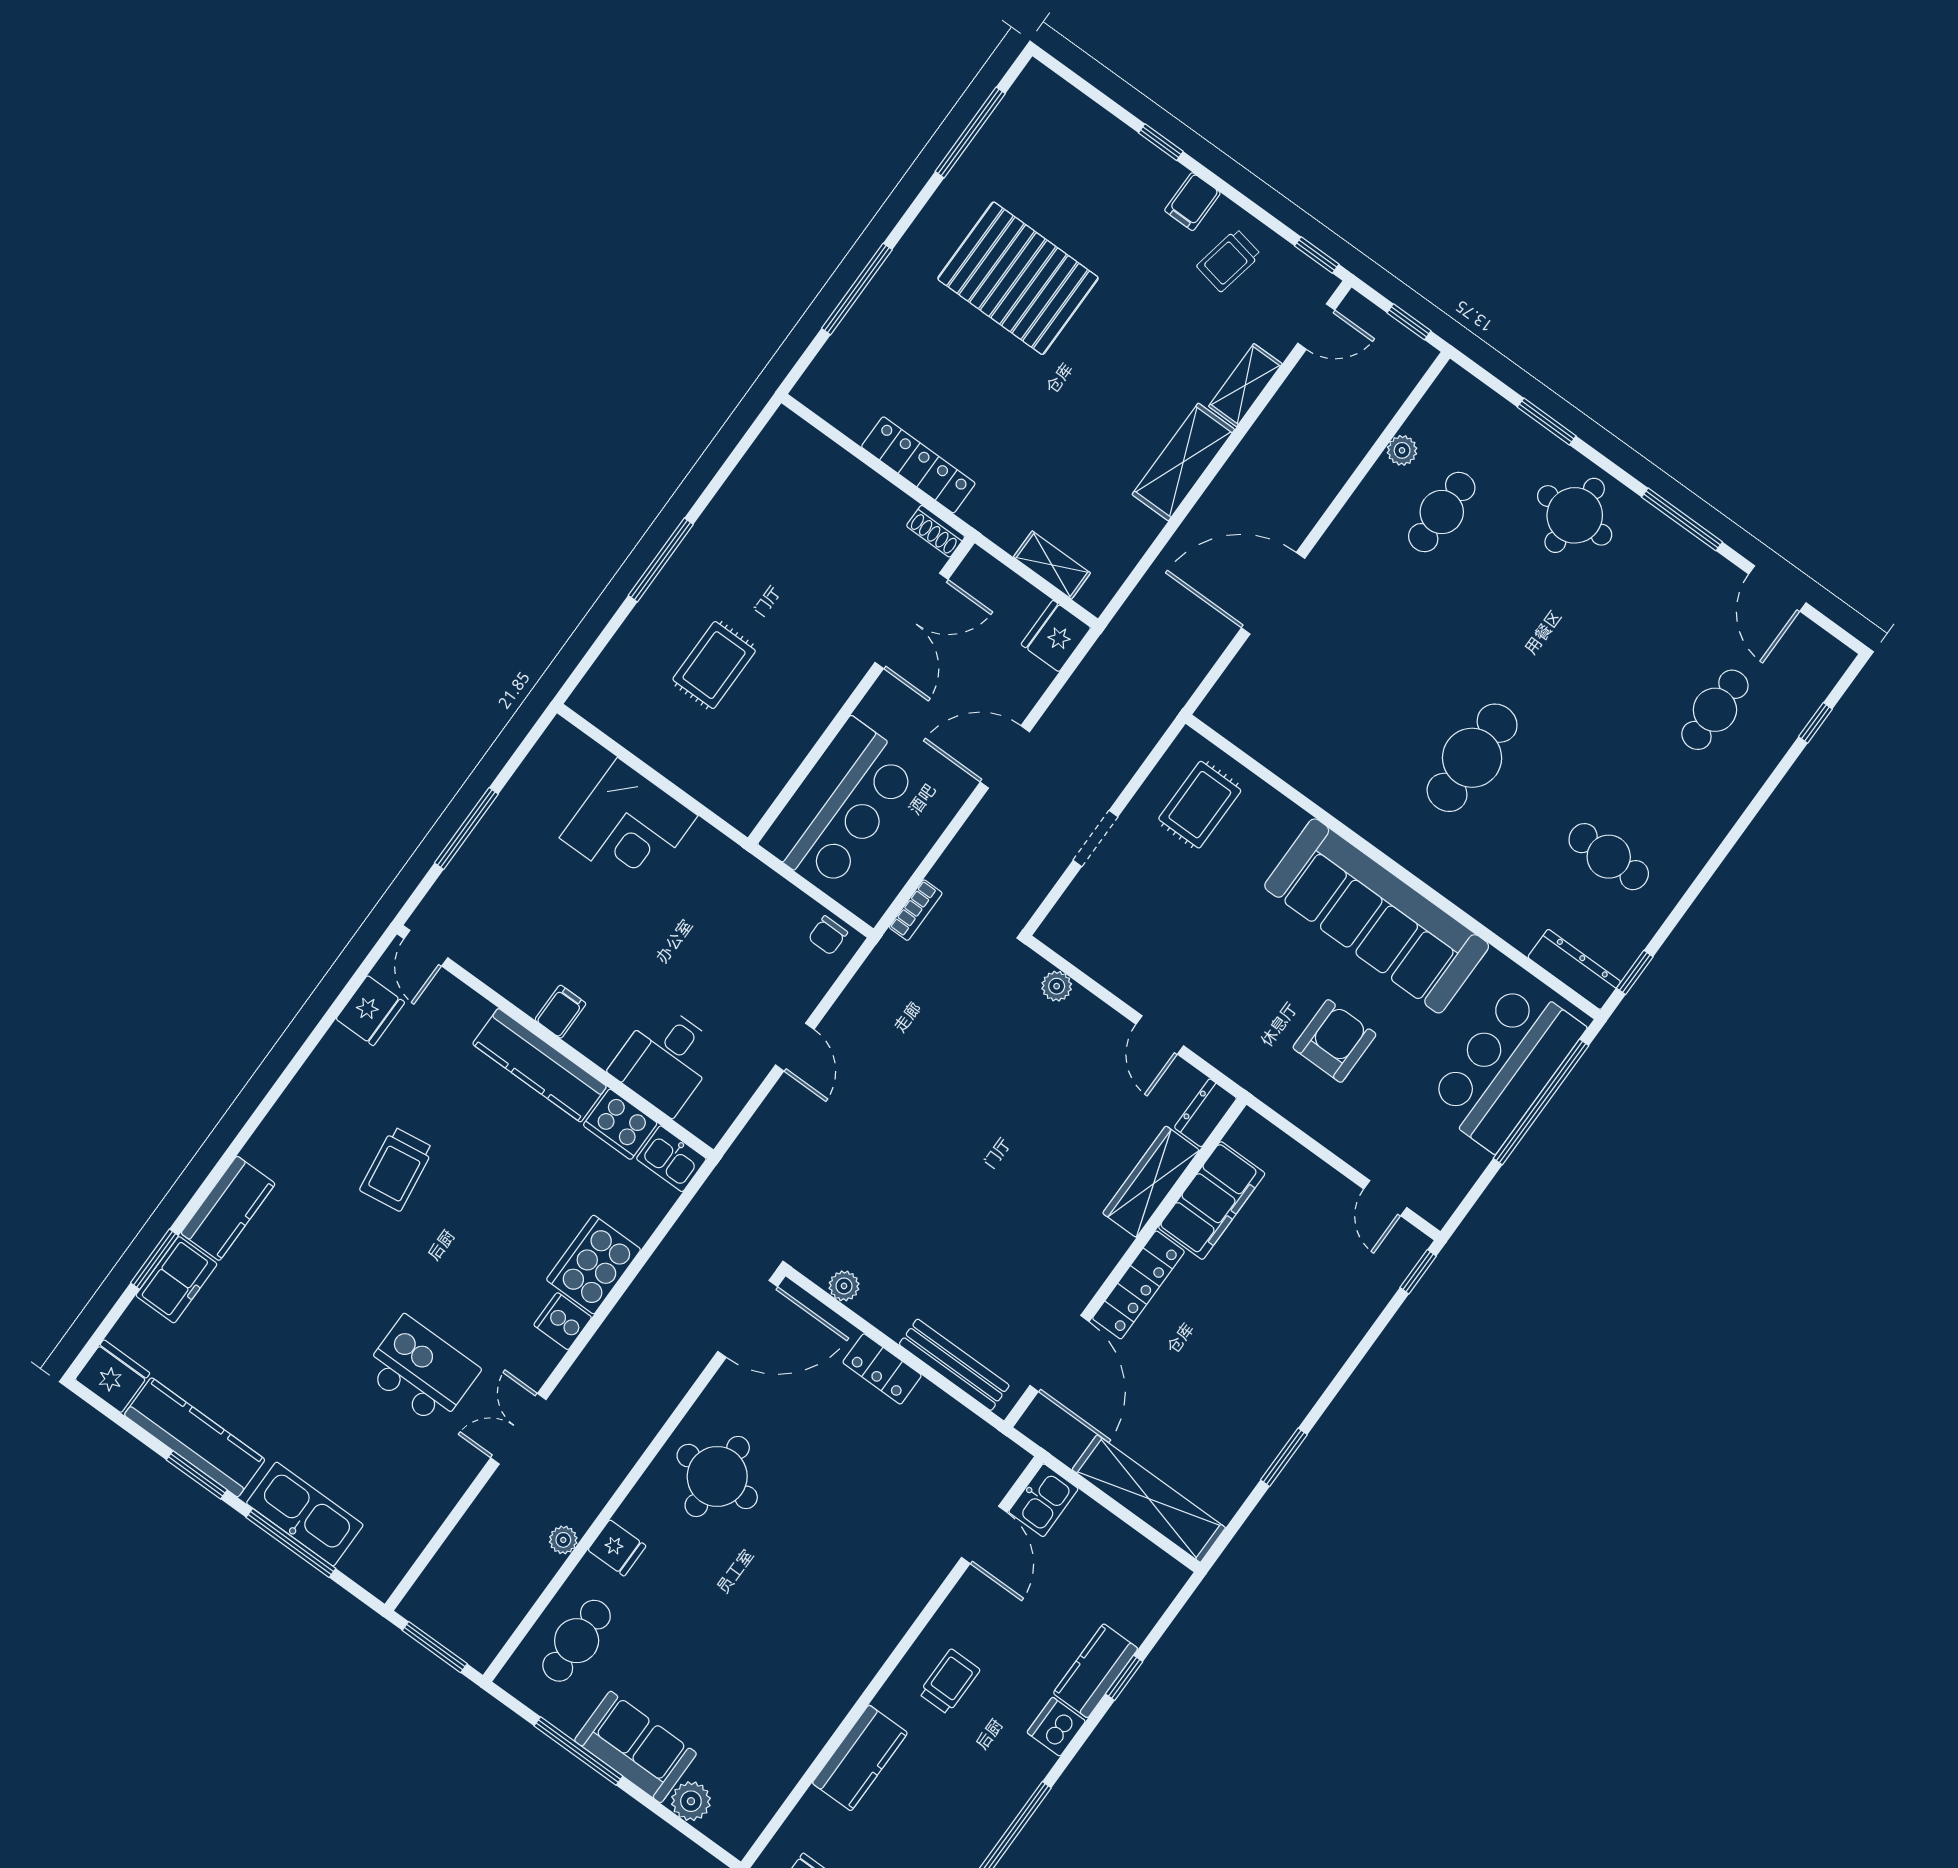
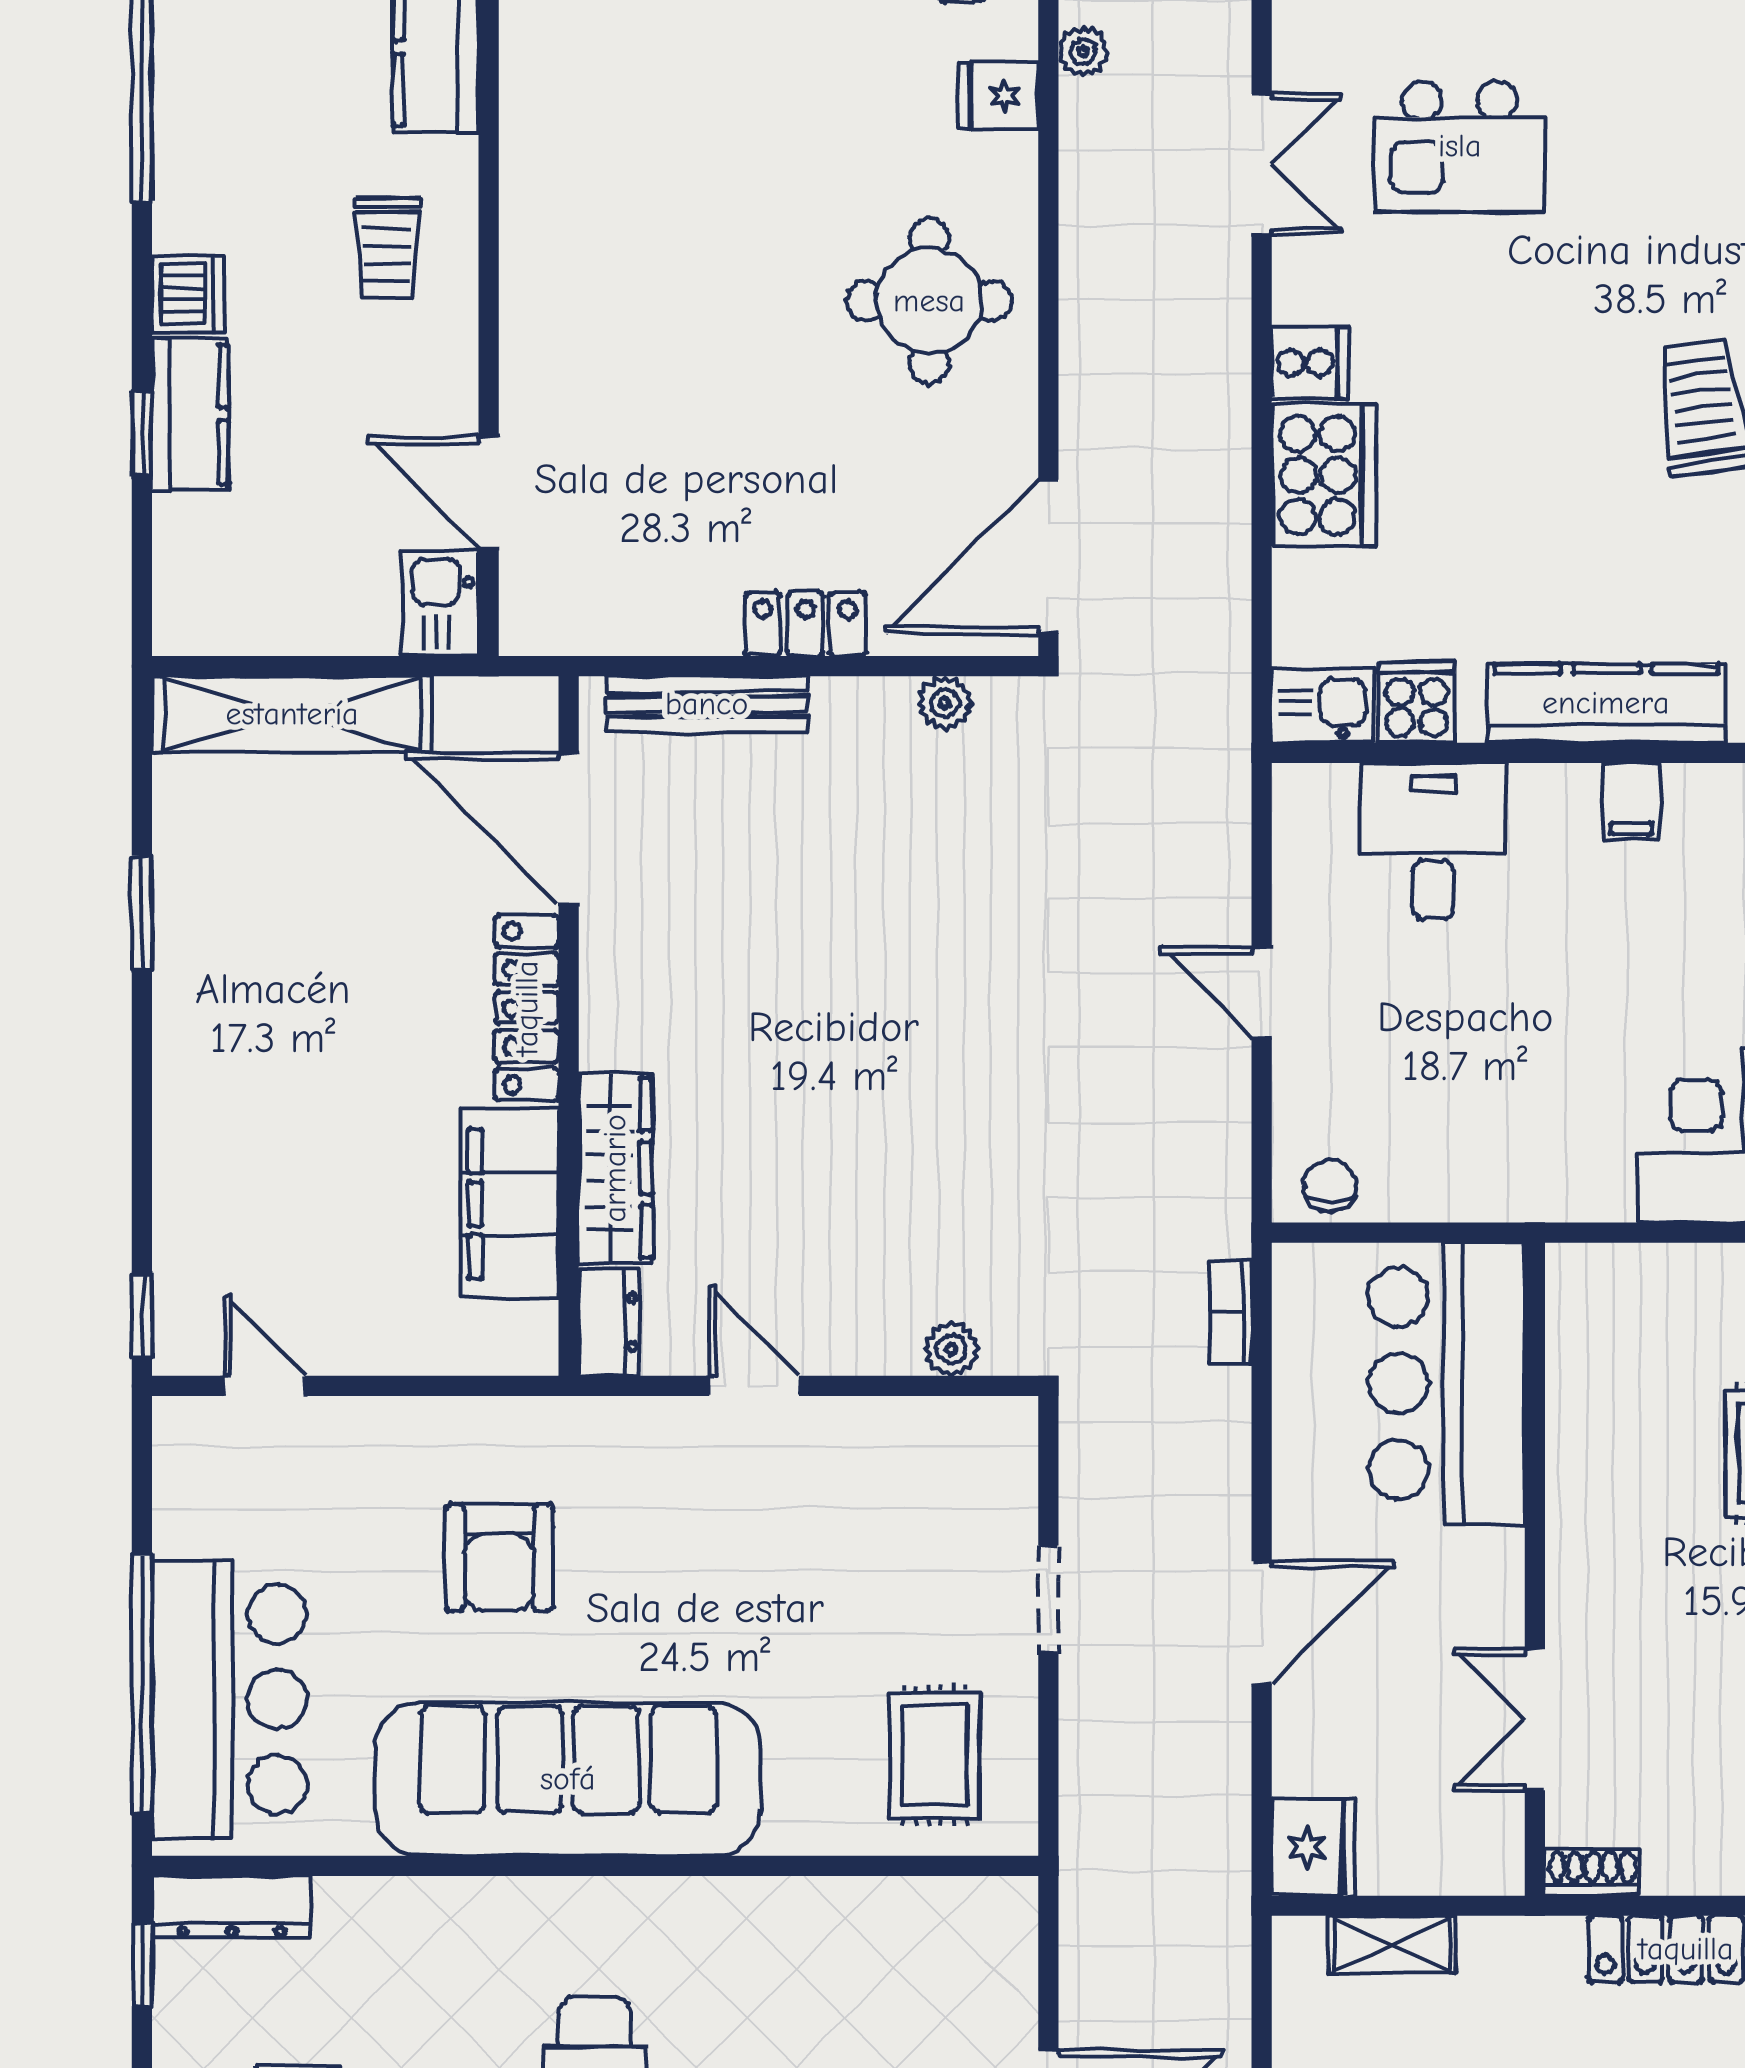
double door: (911, 621) -> (1535, 1720), width x0.73
cooker: (620, 1124) -> (1417, 702), width x0.73

